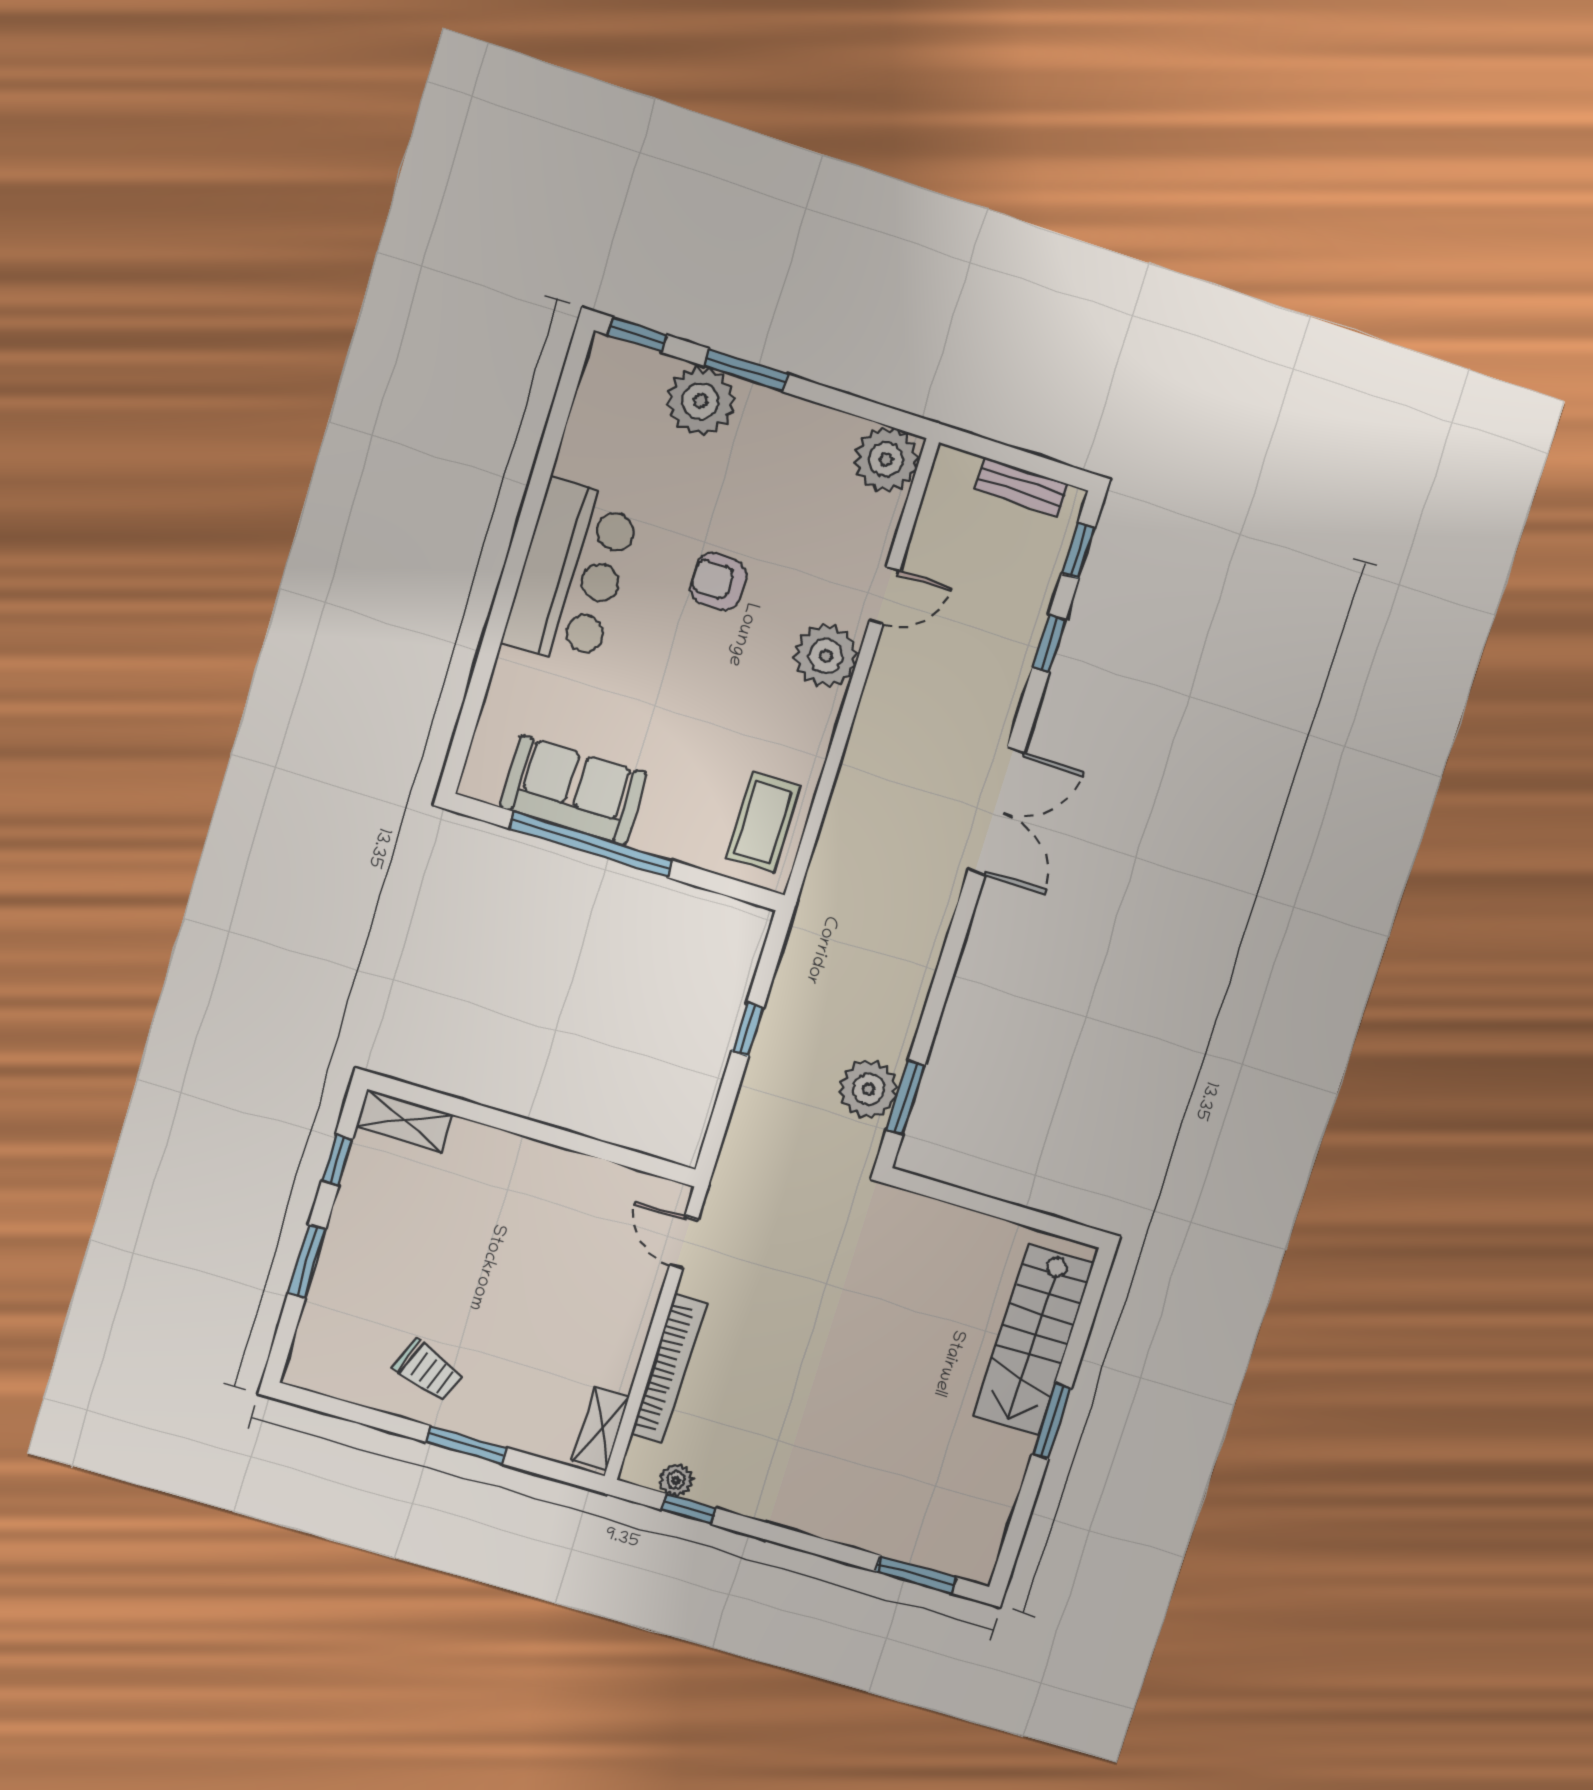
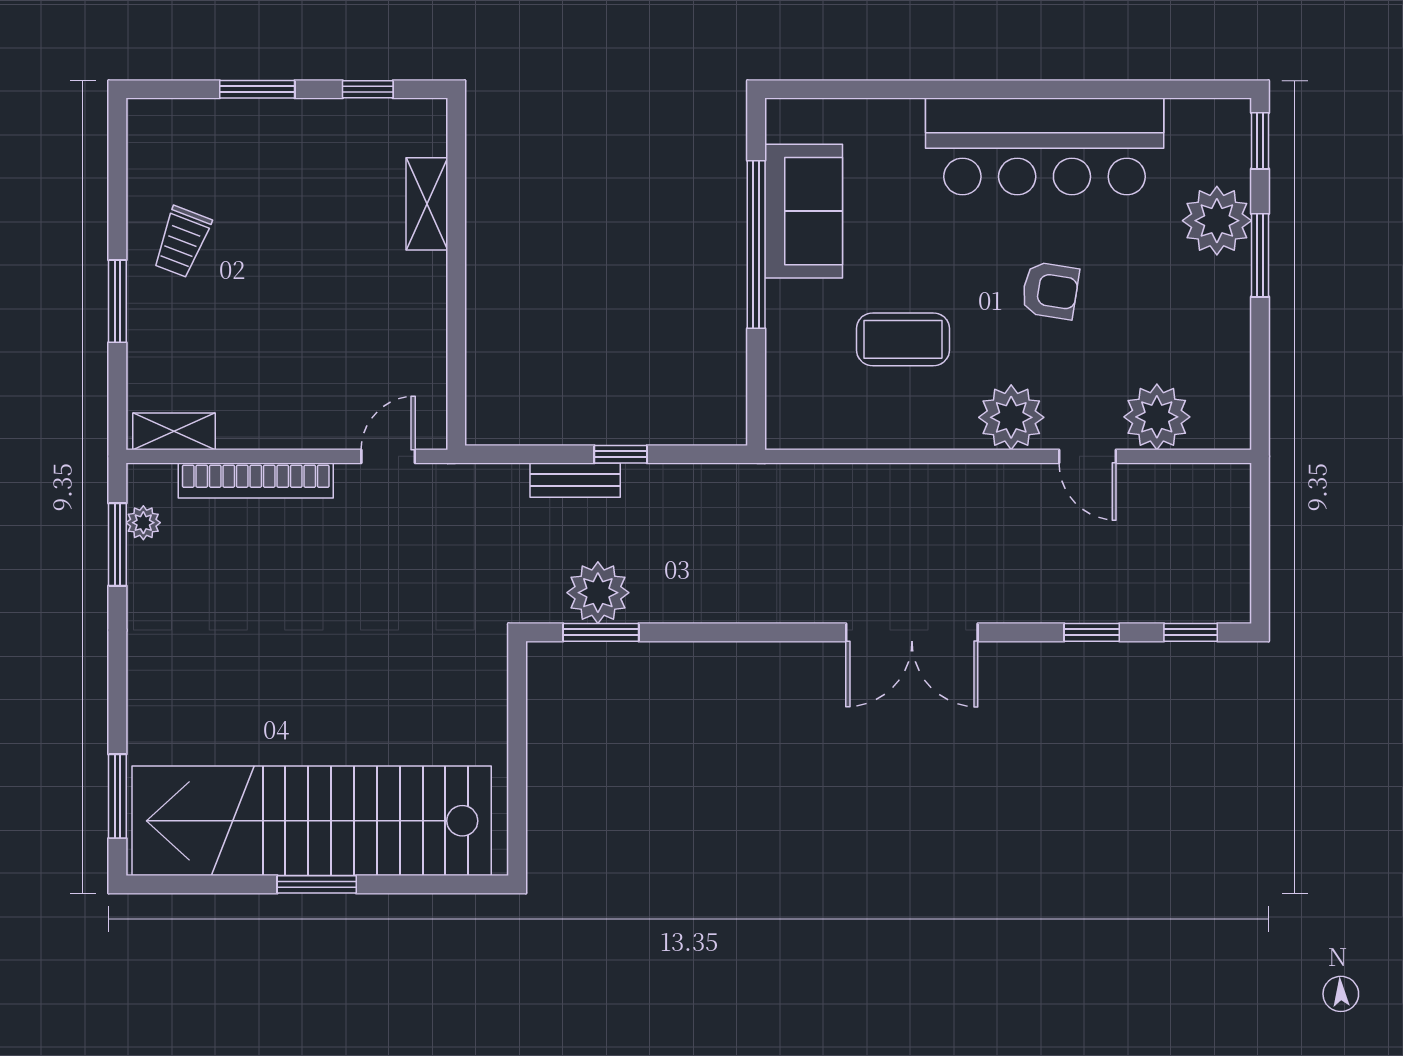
plant: (886, 460) -> (1157, 417), moved
bench: (1022, 487) -> (575, 480), moved, turned 90
bar counter: (571, 574) -> (1045, 146), width x1.36
armchair: (718, 581) -> (1050, 290), turned 99
coffee table: (763, 822) -> (903, 339), moved
shelving: (405, 1121) -> (427, 204), moved
stairs: (1034, 1340) -> (312, 821), width x1.86, depth x1.51
window: (689, 1509) -> (117, 545), width x1.50

